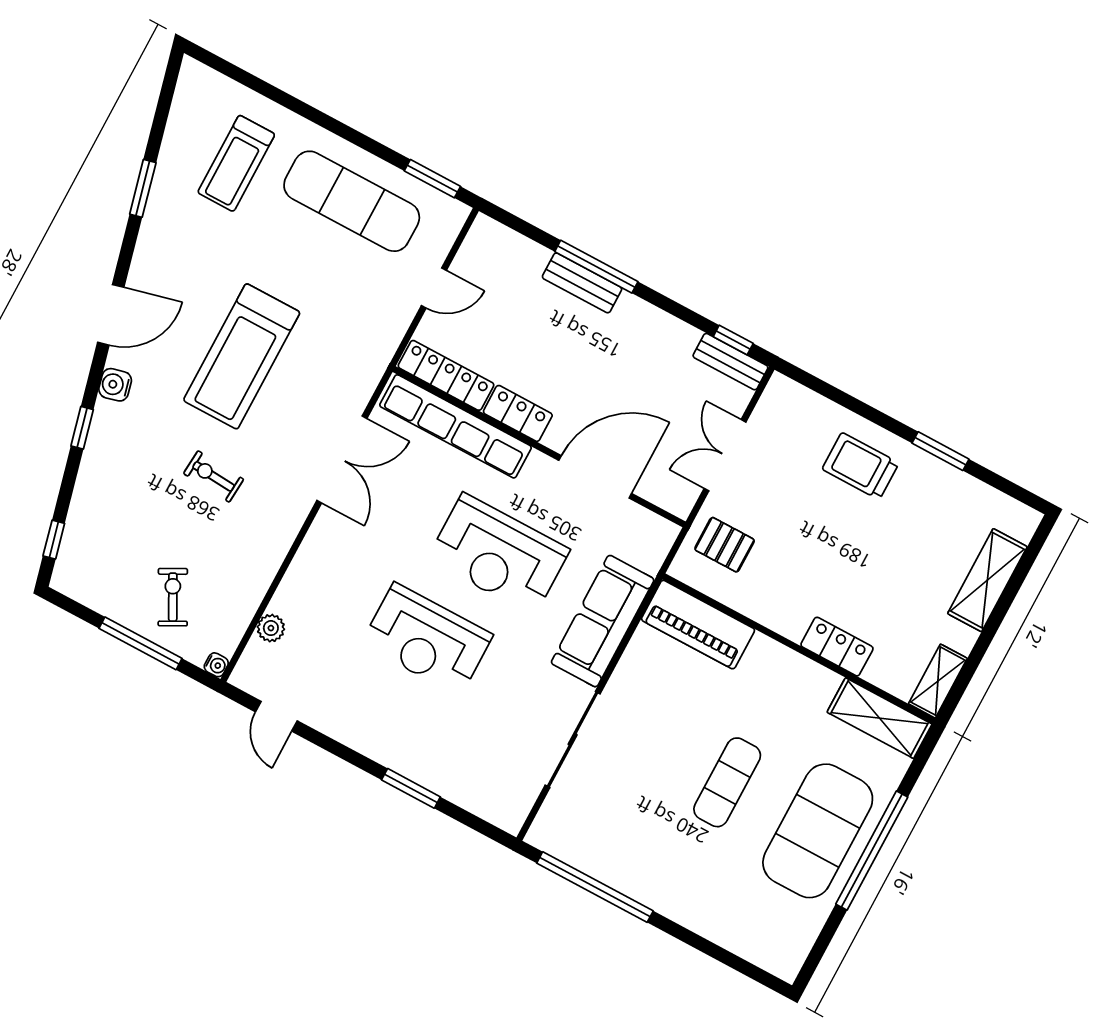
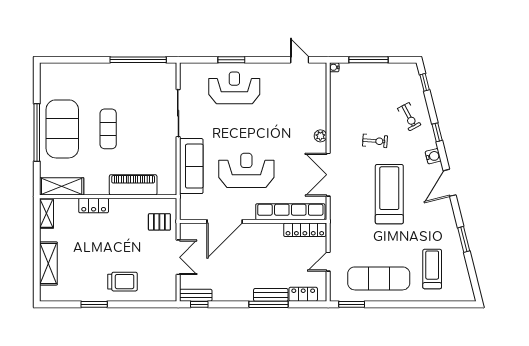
locker: (518, 413) -> (303, 294), moved, turned 180
exercise bike: (173, 597) -> (409, 117), moved
piano: (698, 625) -> (133, 185), moved
plant: (271, 628) -> (320, 136), moved
reception desk: (427, 639) -> (234, 88), moved

